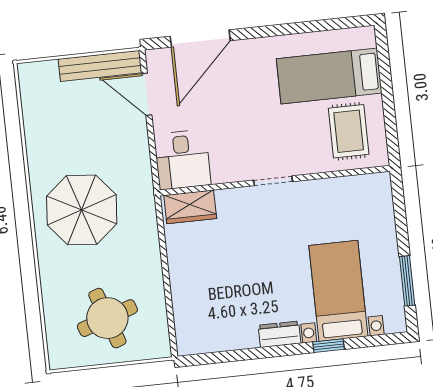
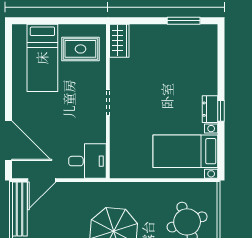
wardrobe: (190, 207) -> (119, 41), moved
bed with nightstands: (338, 291) -> (185, 151), moved
window: (329, 346) -> (221, 111), moved

